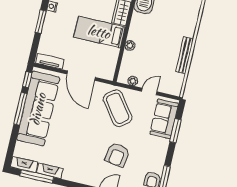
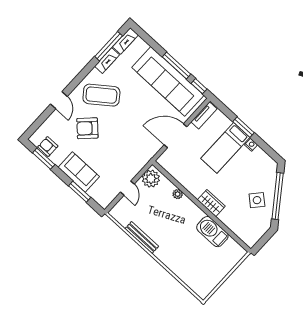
bed: (99, 32) -> (225, 148), moved, turned 180
plant: (133, 81) -> (151, 179), width x1.88, depth x1.88
coffee table: (118, 108) -> (101, 95), moved
sofa: (164, 119) -> (79, 172), moved
armchair: (117, 155) -> (87, 128), turned -54

